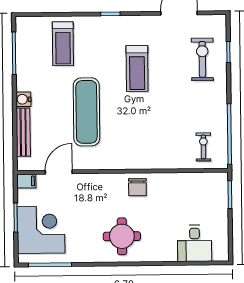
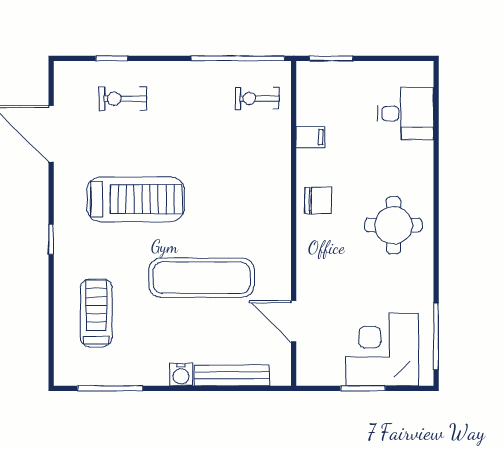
treadmill: (63, 44) -> (96, 313), turned -90
exercise bike: (202, 59) -> (123, 99), width x0.73, depth x0.72
treadmill: (137, 69) -> (136, 199), width x1.37, depth x1.38
filing cabinet: (26, 181) -> (311, 137), moved, turned 90

